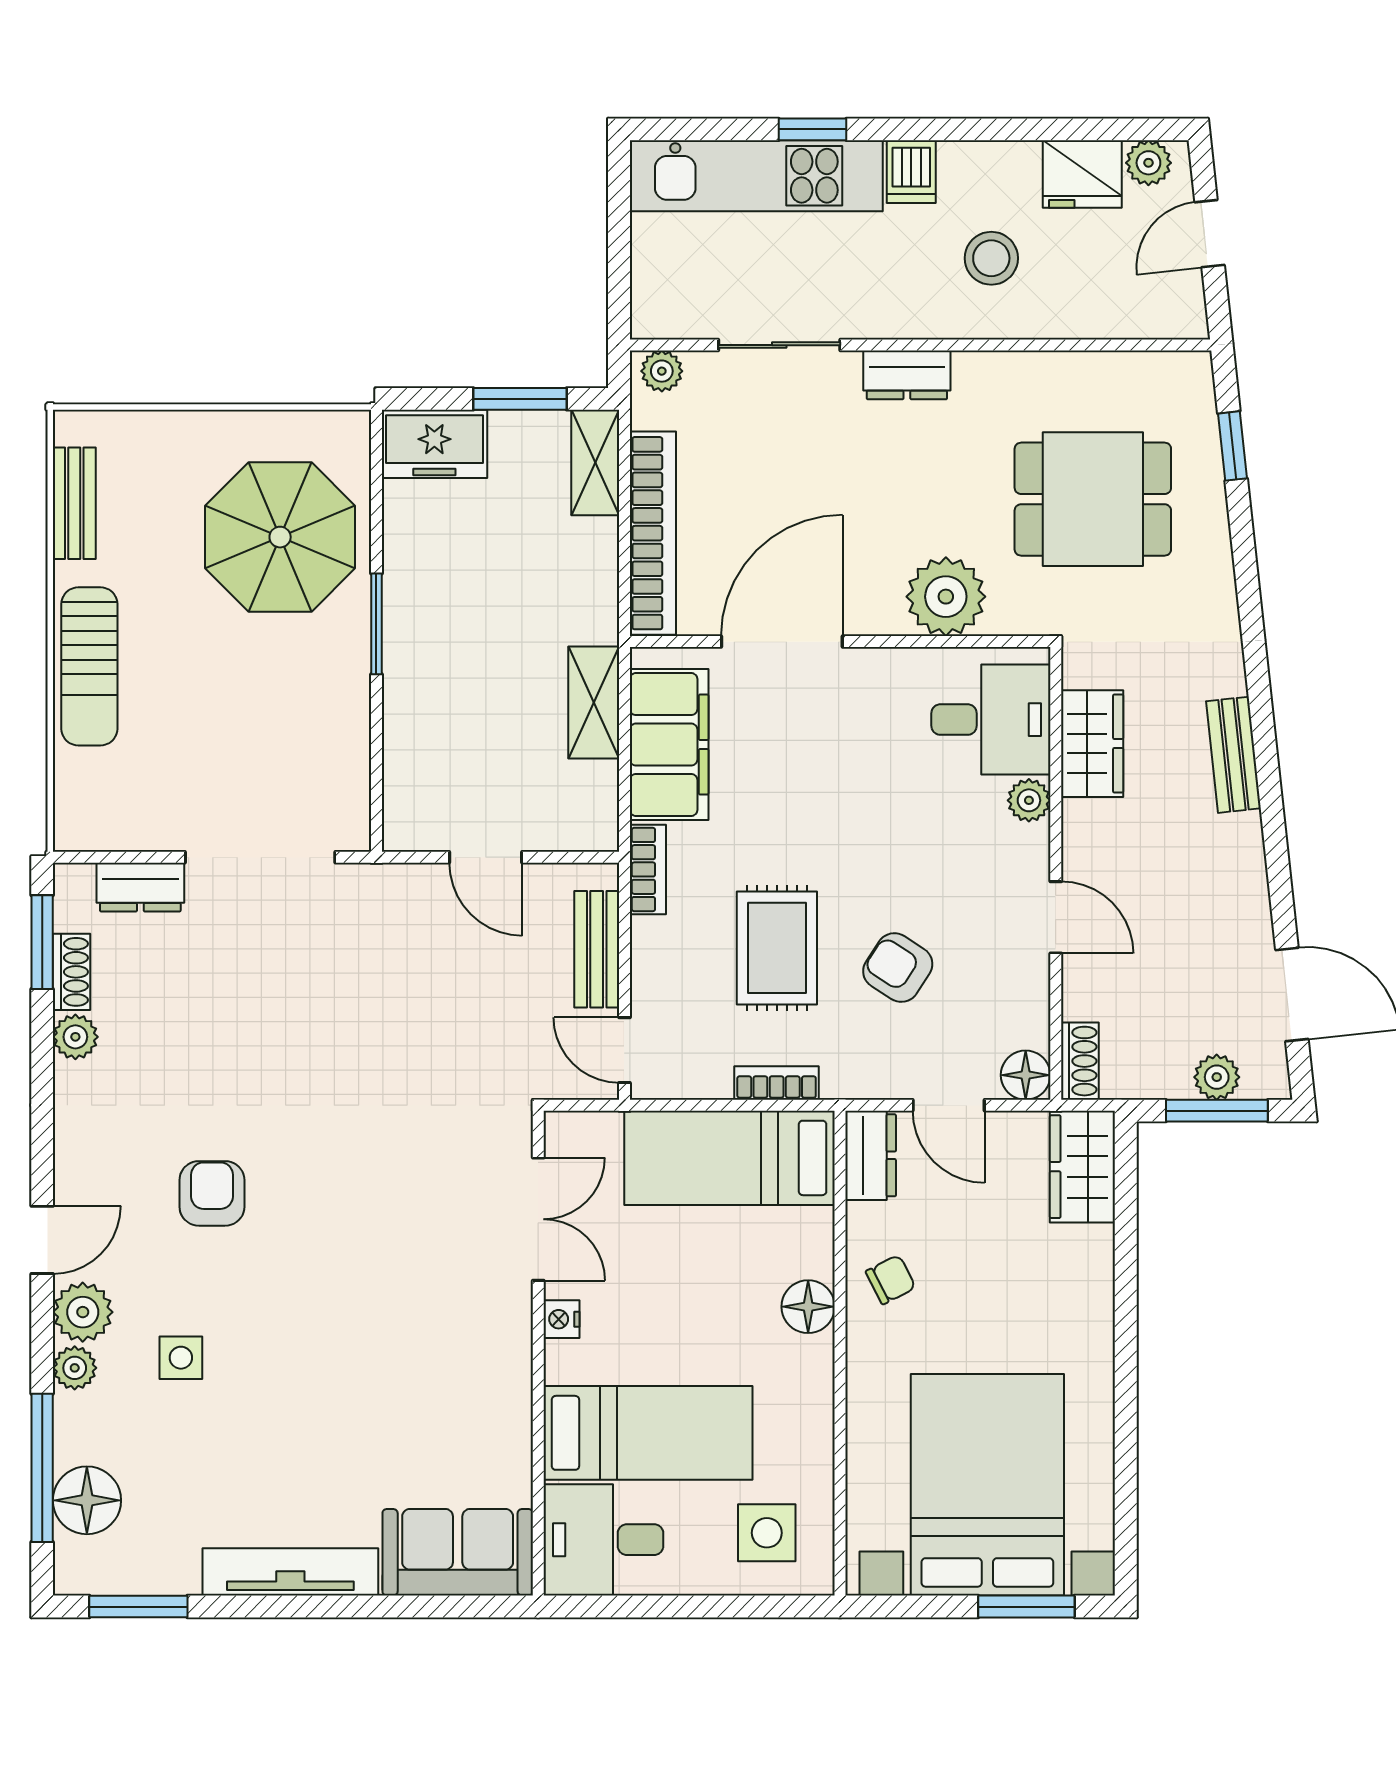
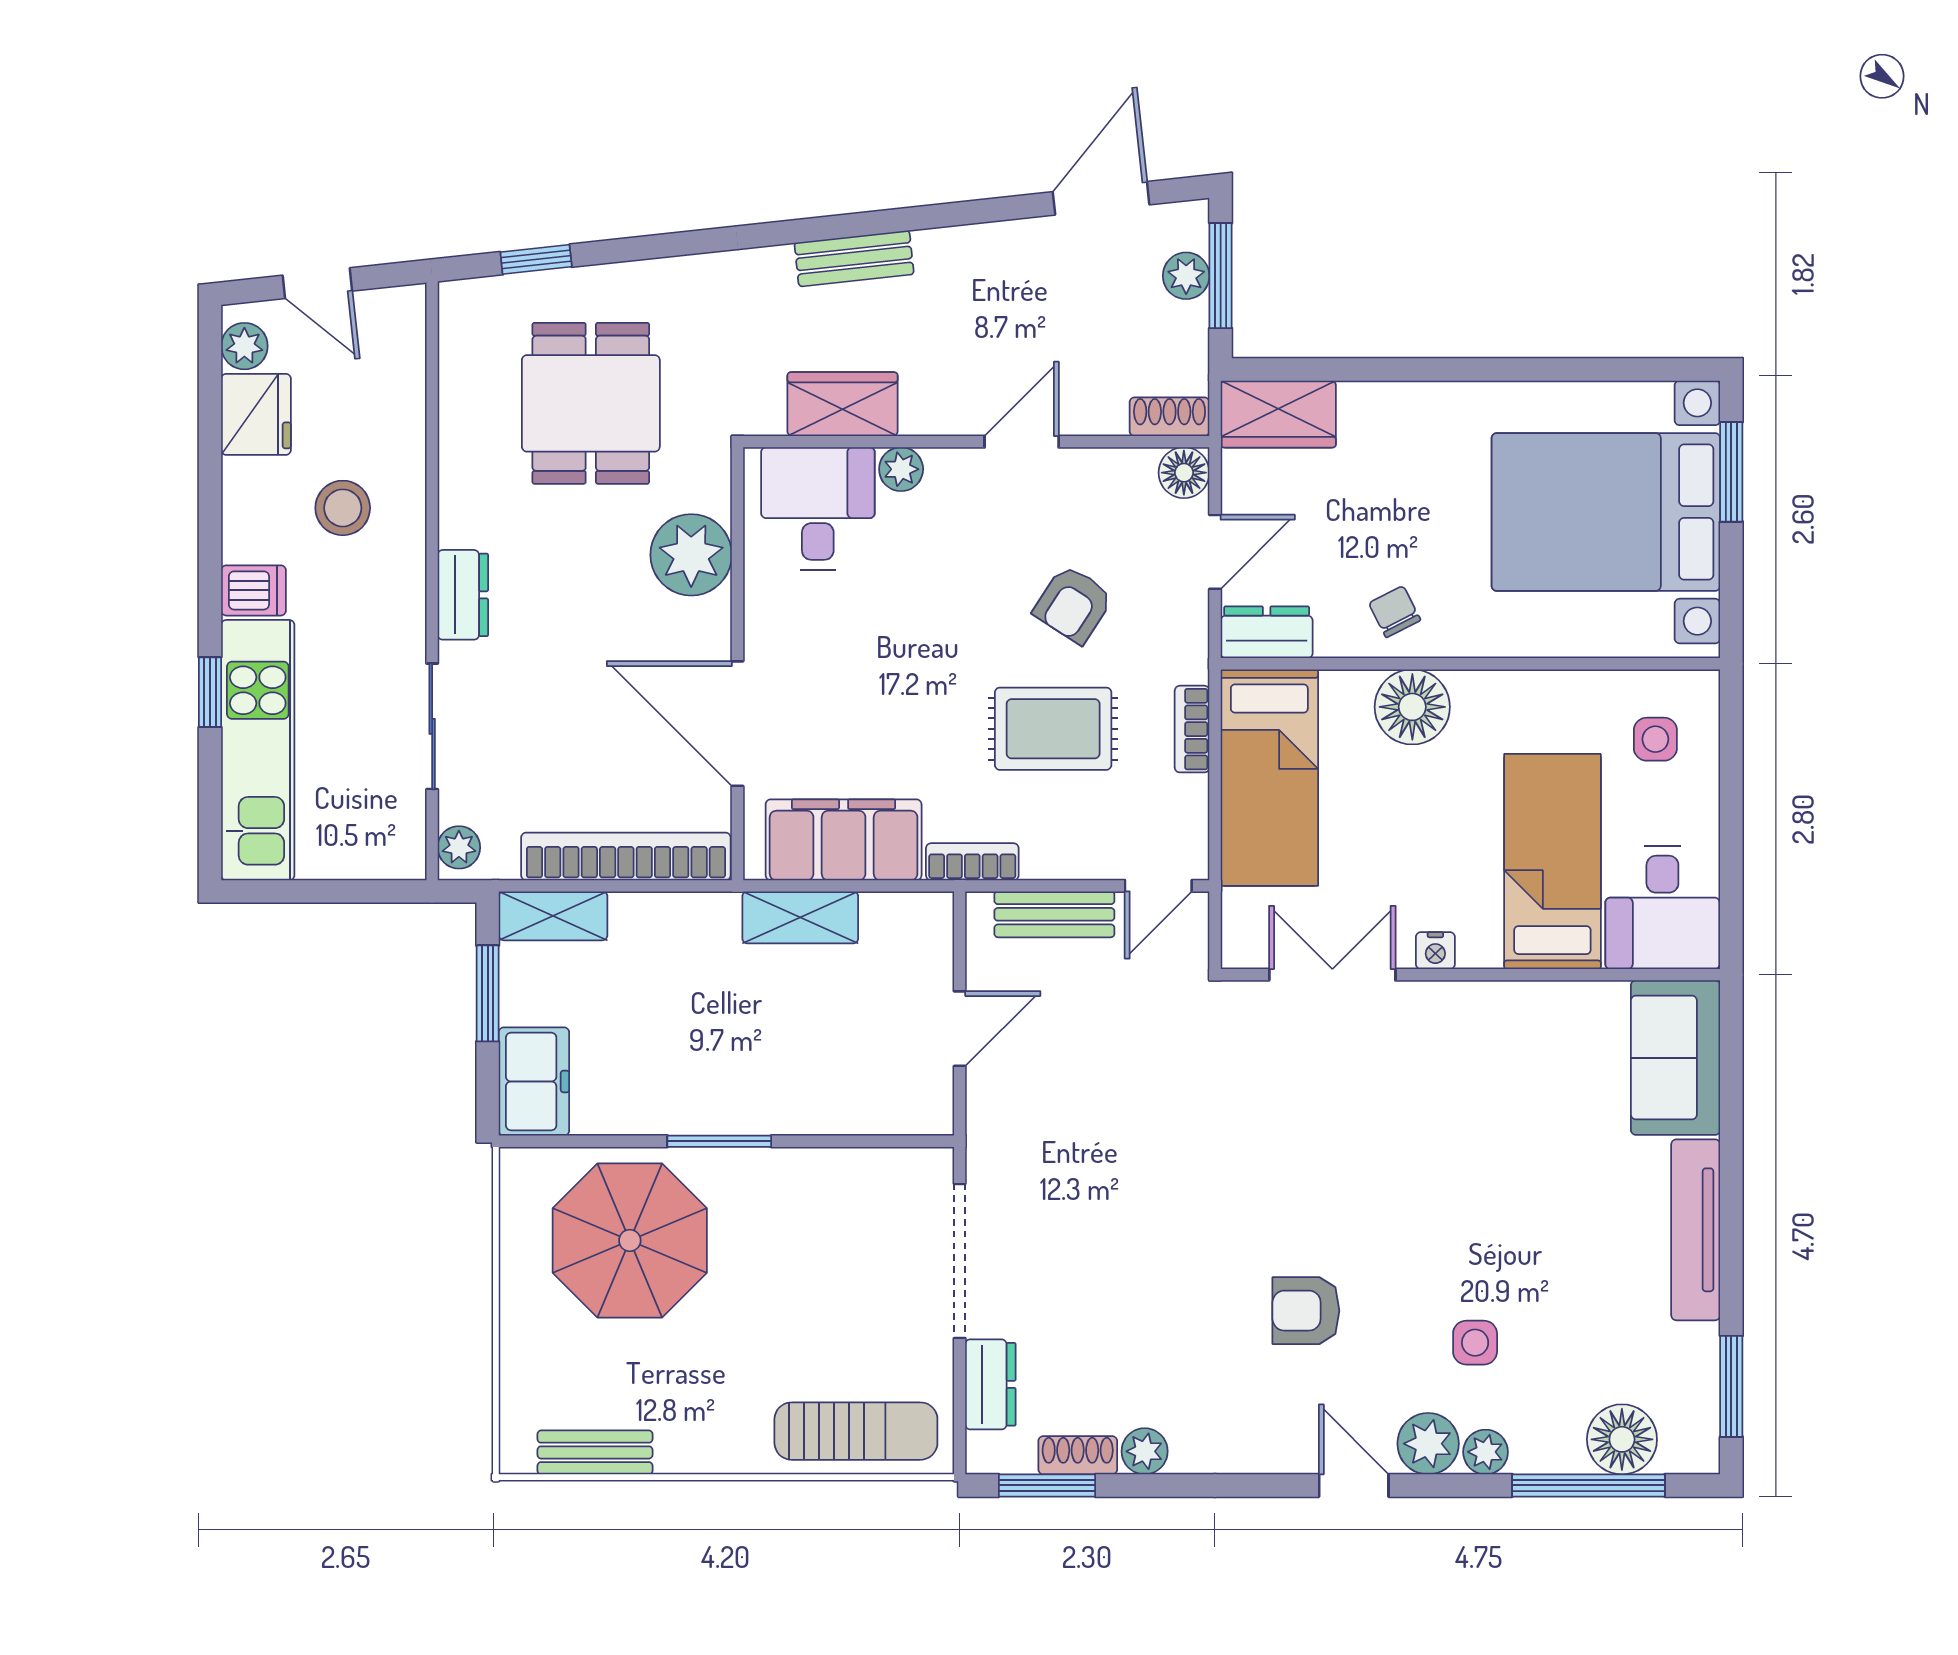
sun lounger: (89, 666) -> (856, 1431), moved
floor lamp: (808, 1307) -> (1412, 707), width x1.38, depth x1.38
side table: (767, 1533) -> (1655, 739), width x0.73, depth x0.73

